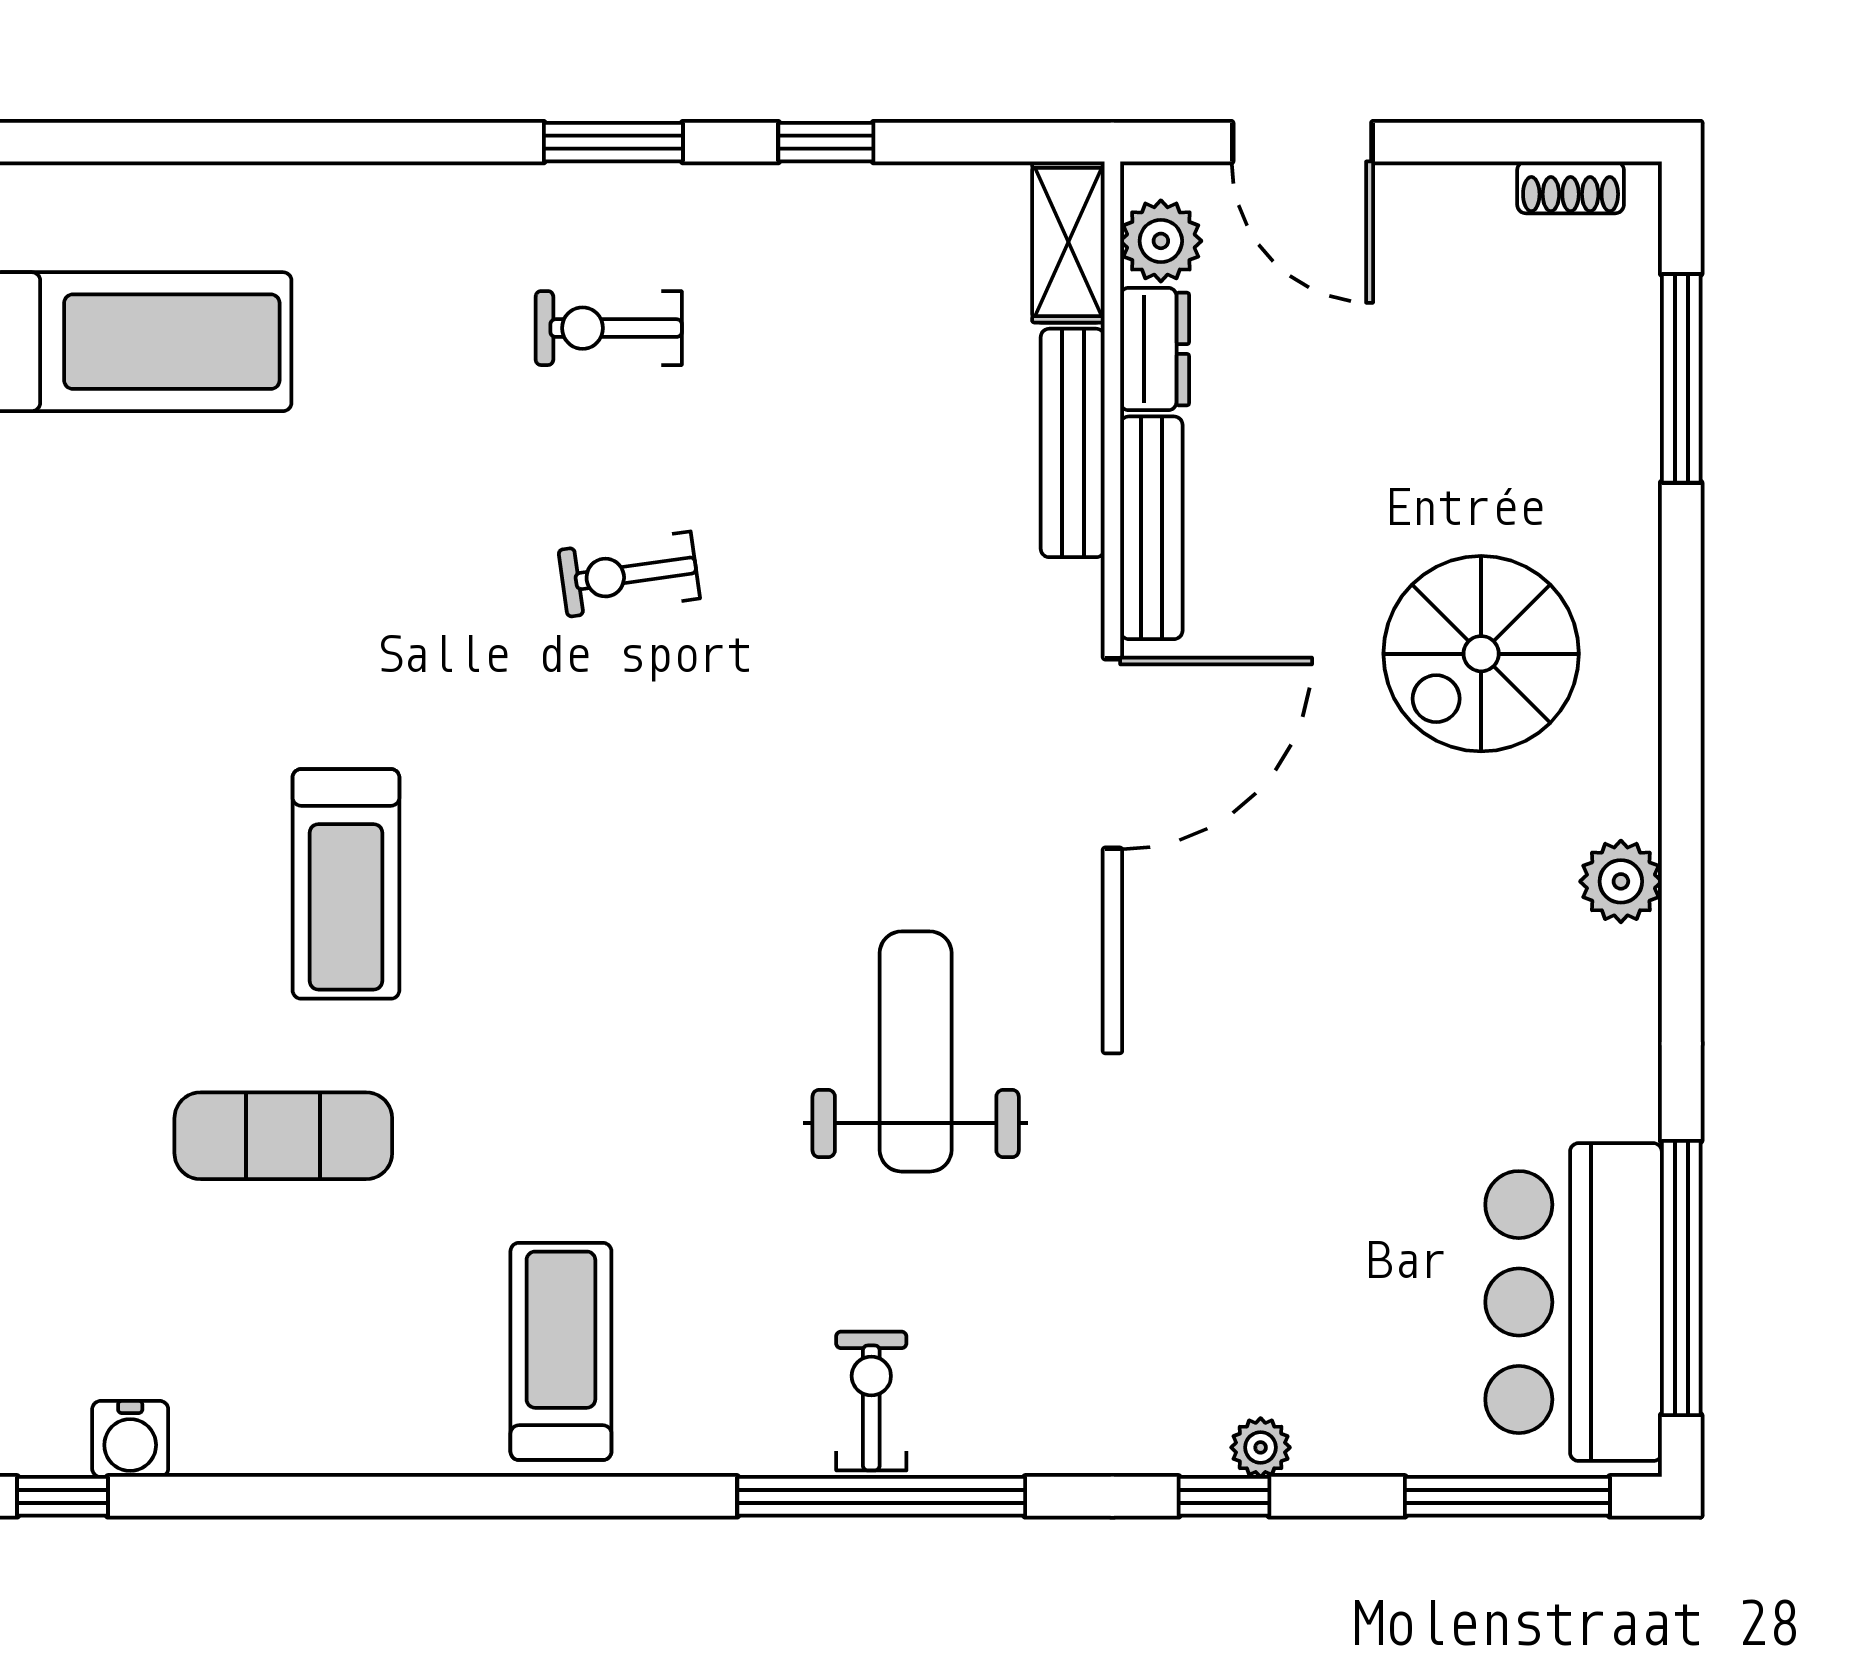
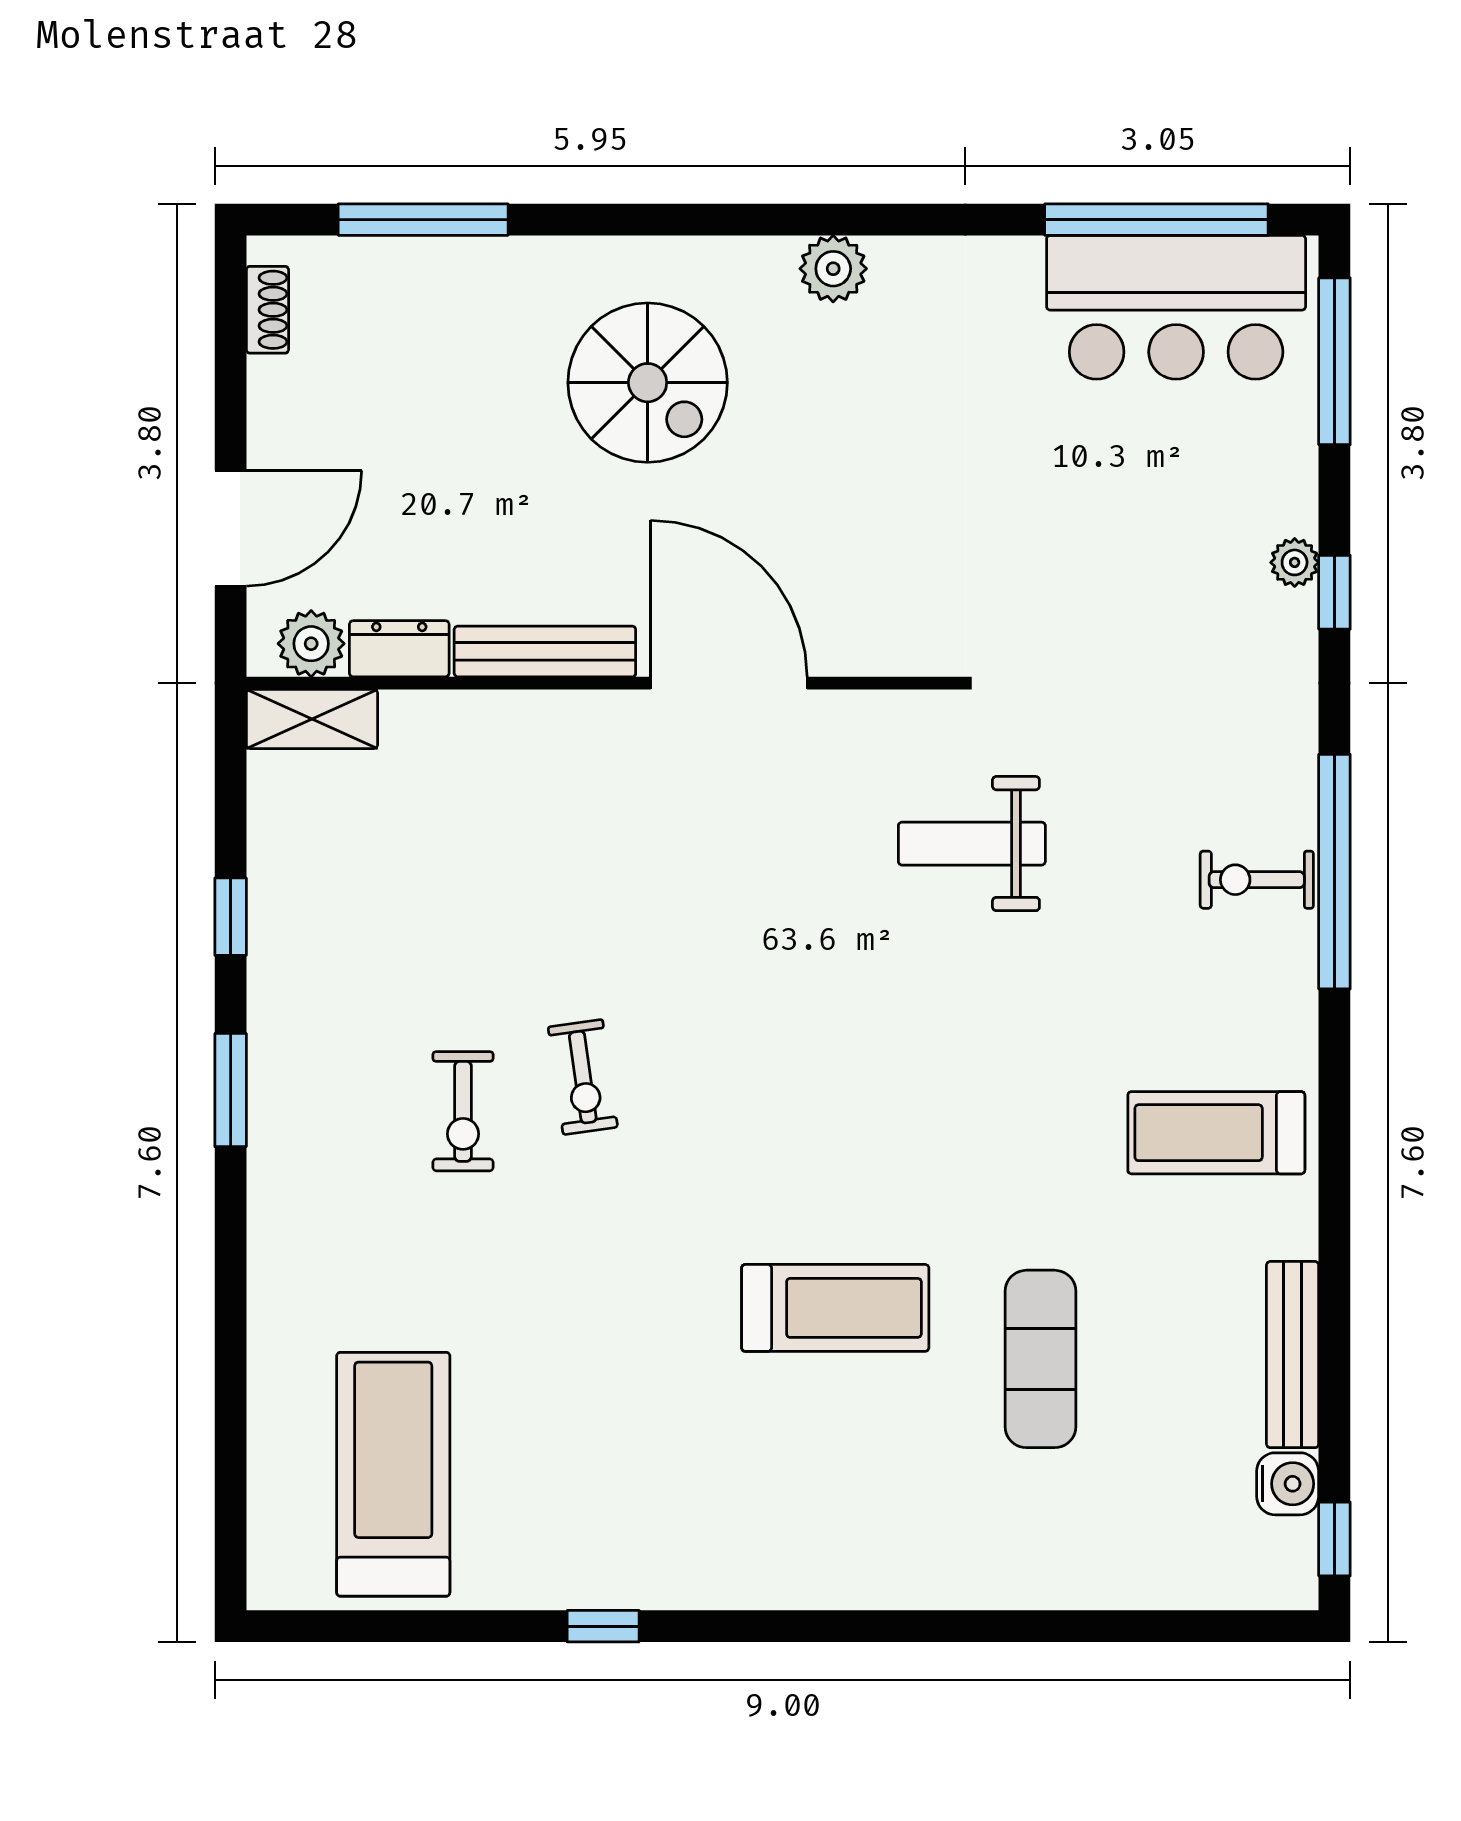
exercise bike: (609, 328) -> (463, 1111), moved
bench: (1073, 443) -> (1293, 1355), moved, turned 90
weight bench: (916, 1051) -> (972, 844), width x0.73, depth x0.75

